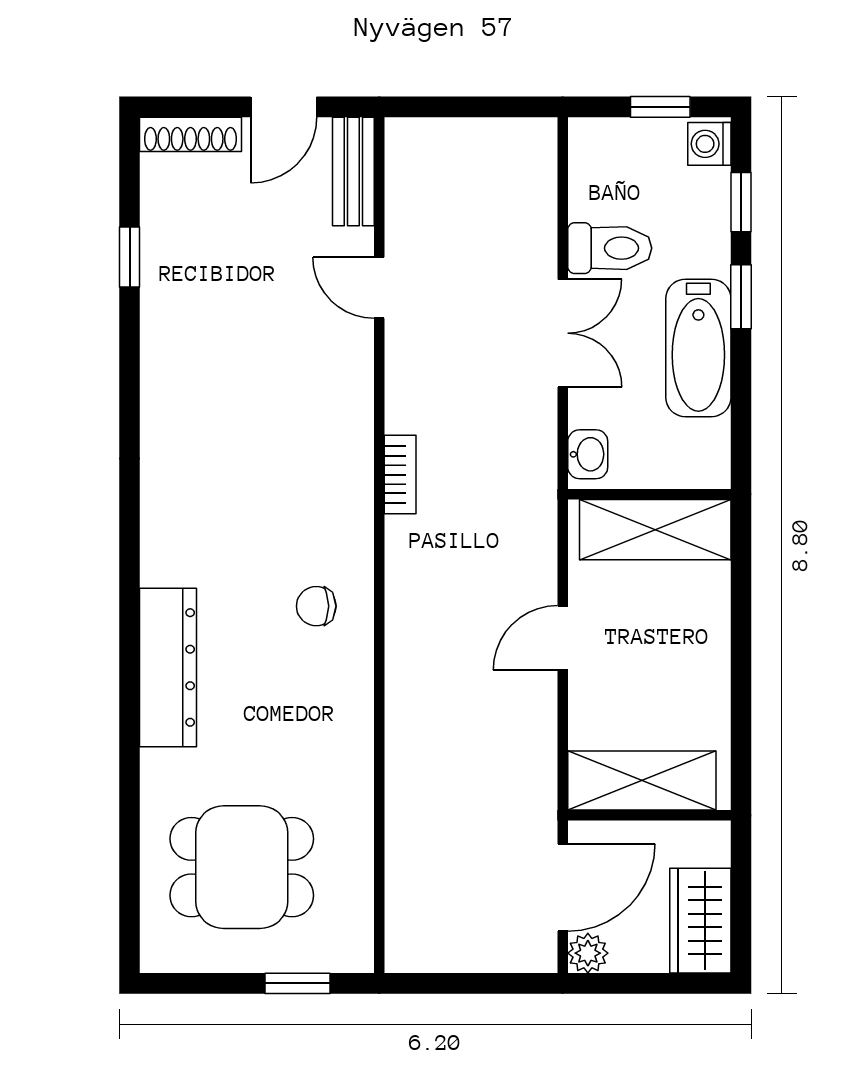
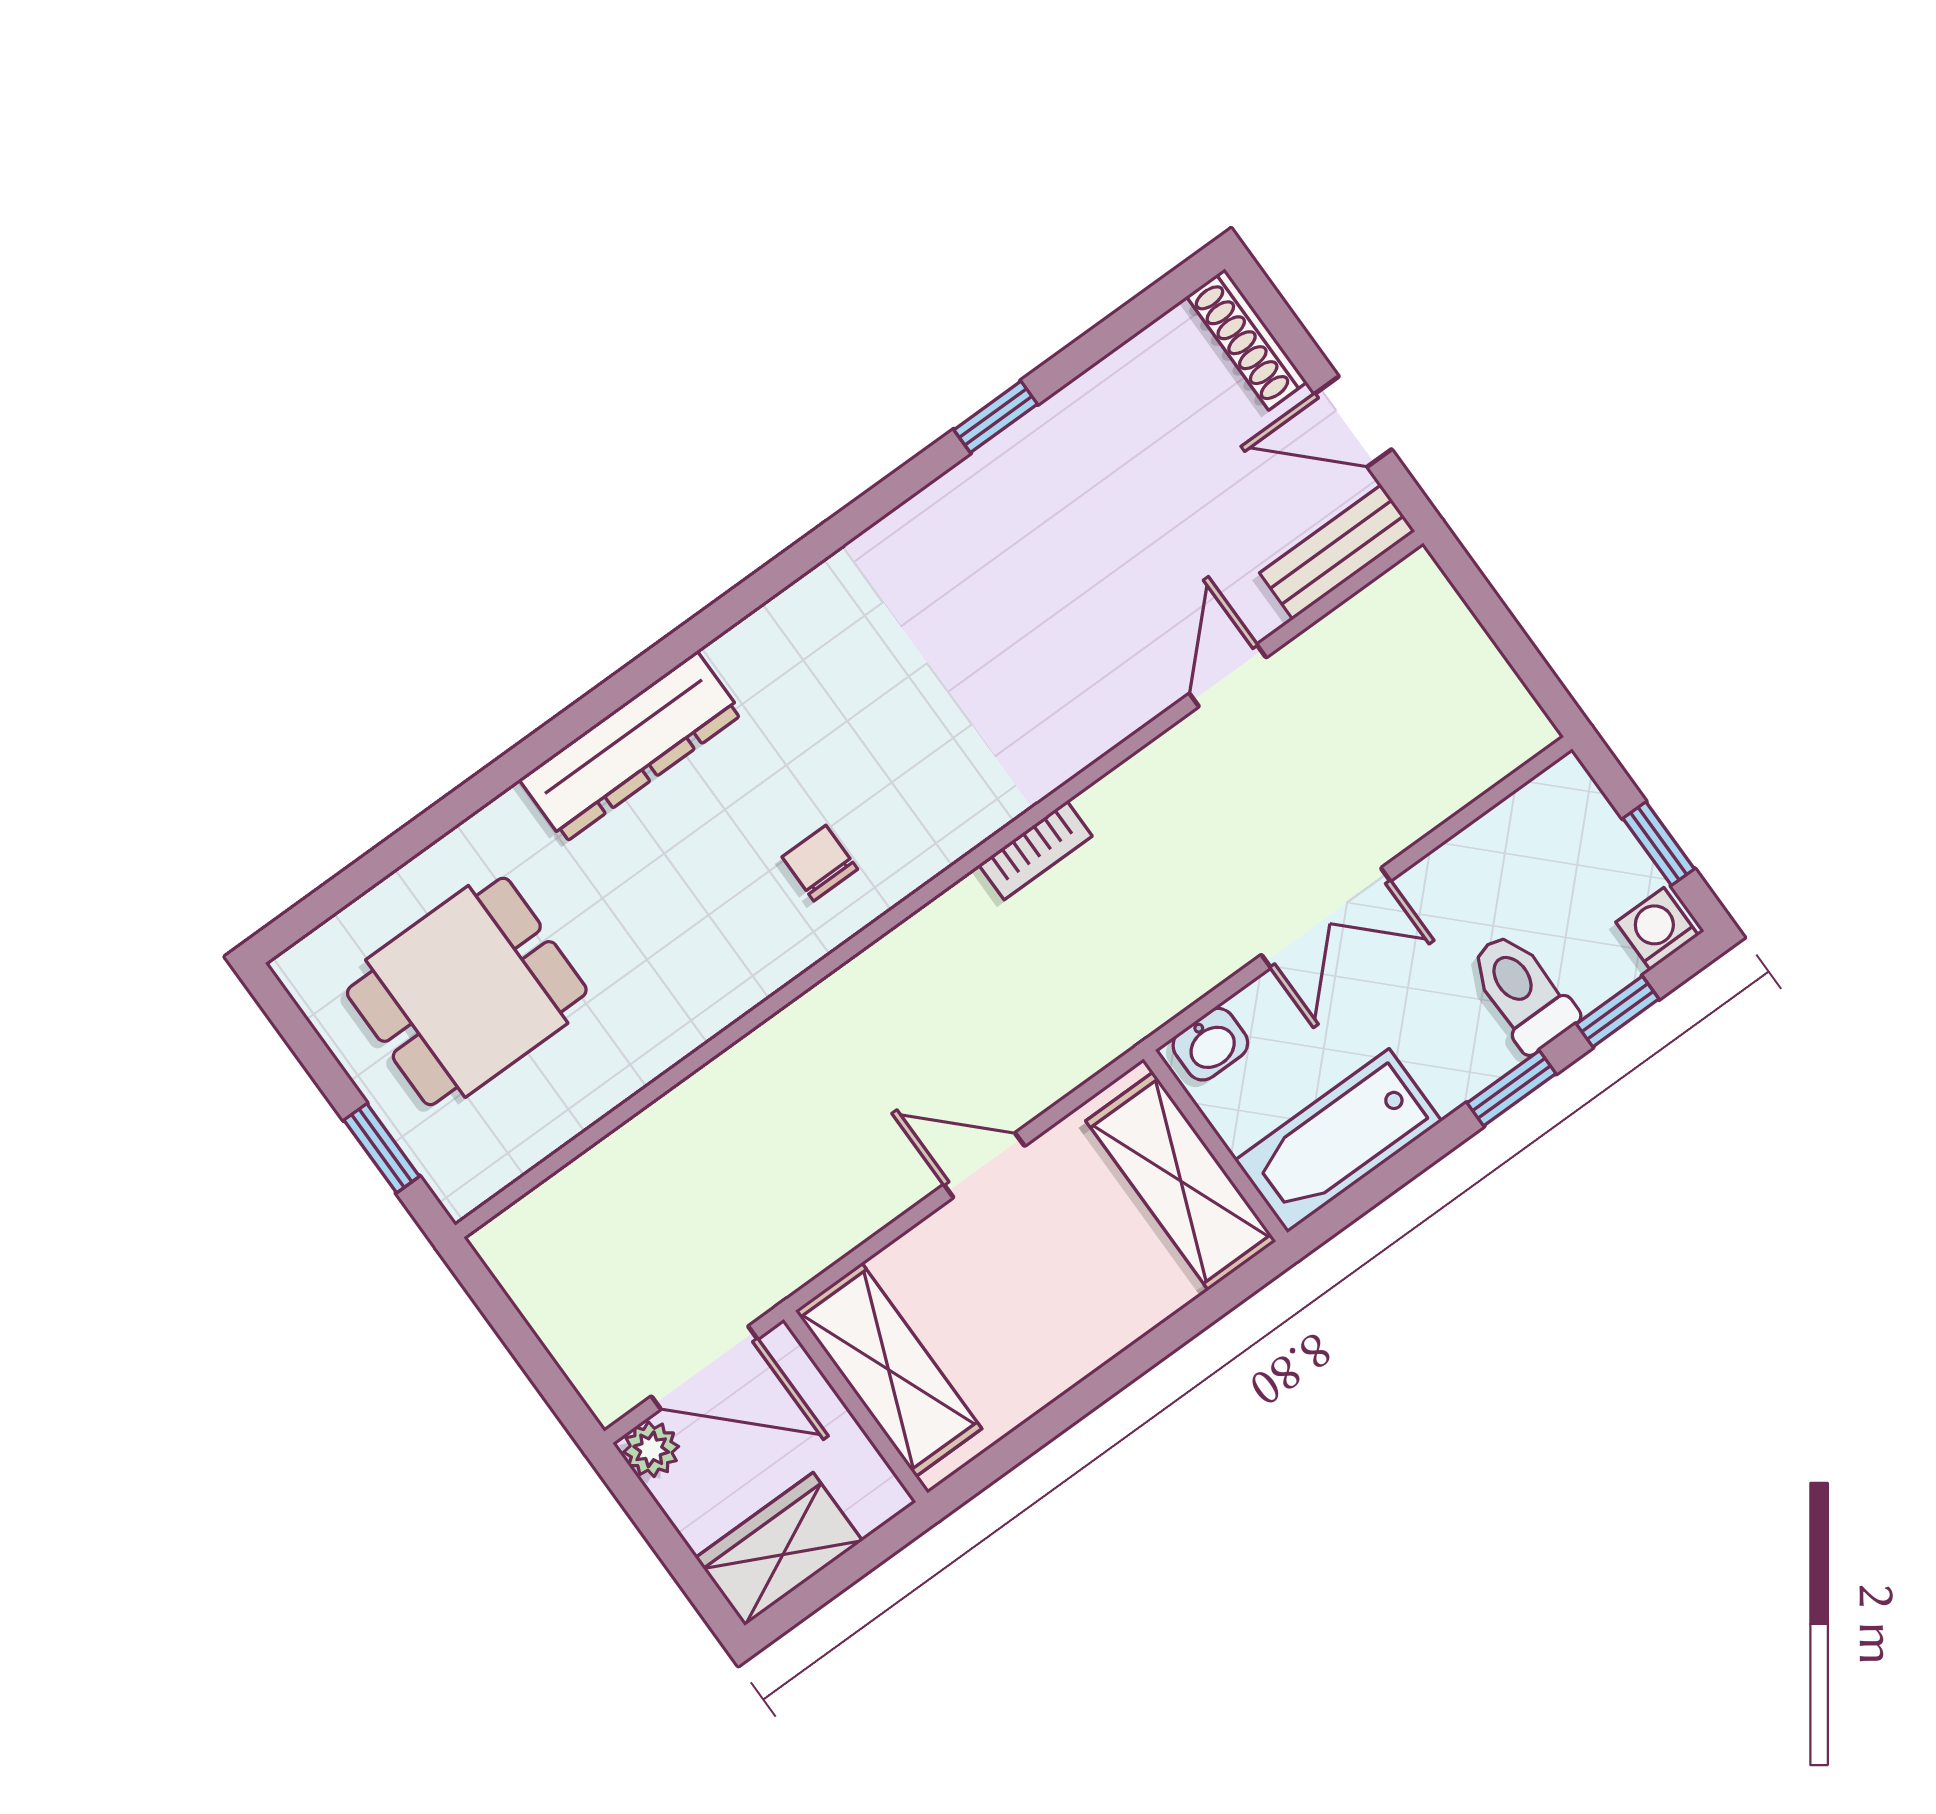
toilet: (610, 248) -> (1522, 992), moved, turned 180
window: (130, 257) -> (996, 417), moved
bathtub: (698, 348) -> (1338, 1141), moved
dining table: (242, 867) -> (467, 991), turned 90

